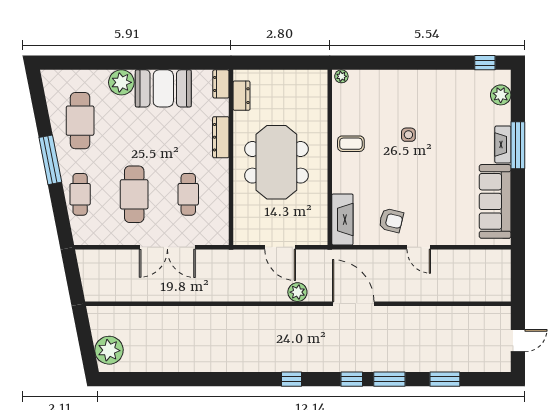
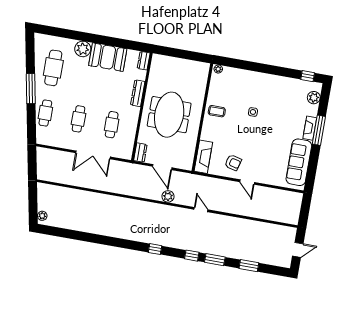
dresser: (242, 96) -> (140, 153), moved
cafe table: (134, 194) -> (78, 119), width x0.73, depth x0.74
door: (353, 304) -> (201, 210), width x0.53
plant: (109, 350) -> (42, 216), width x0.53, depth x0.53

